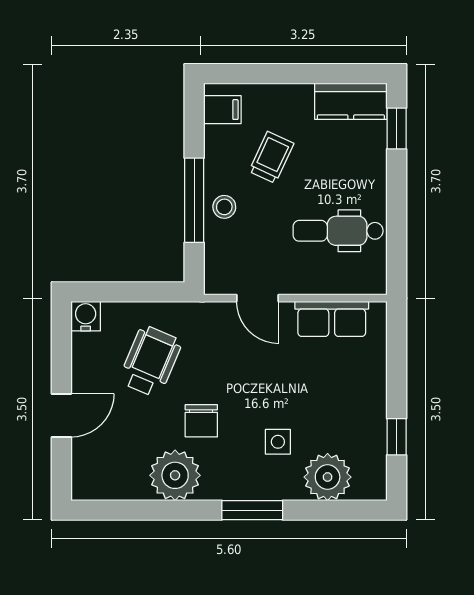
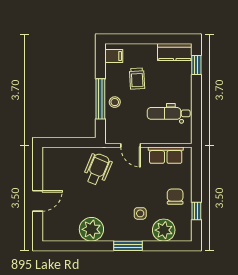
trolley: (271, 157) -> (137, 79), turned 152
water cooler: (86, 316) -> (49, 154), removed
wheelchair: (150, 361) -> (98, 169), moved
chair: (201, 421) -> (175, 197), moved, turned 180

